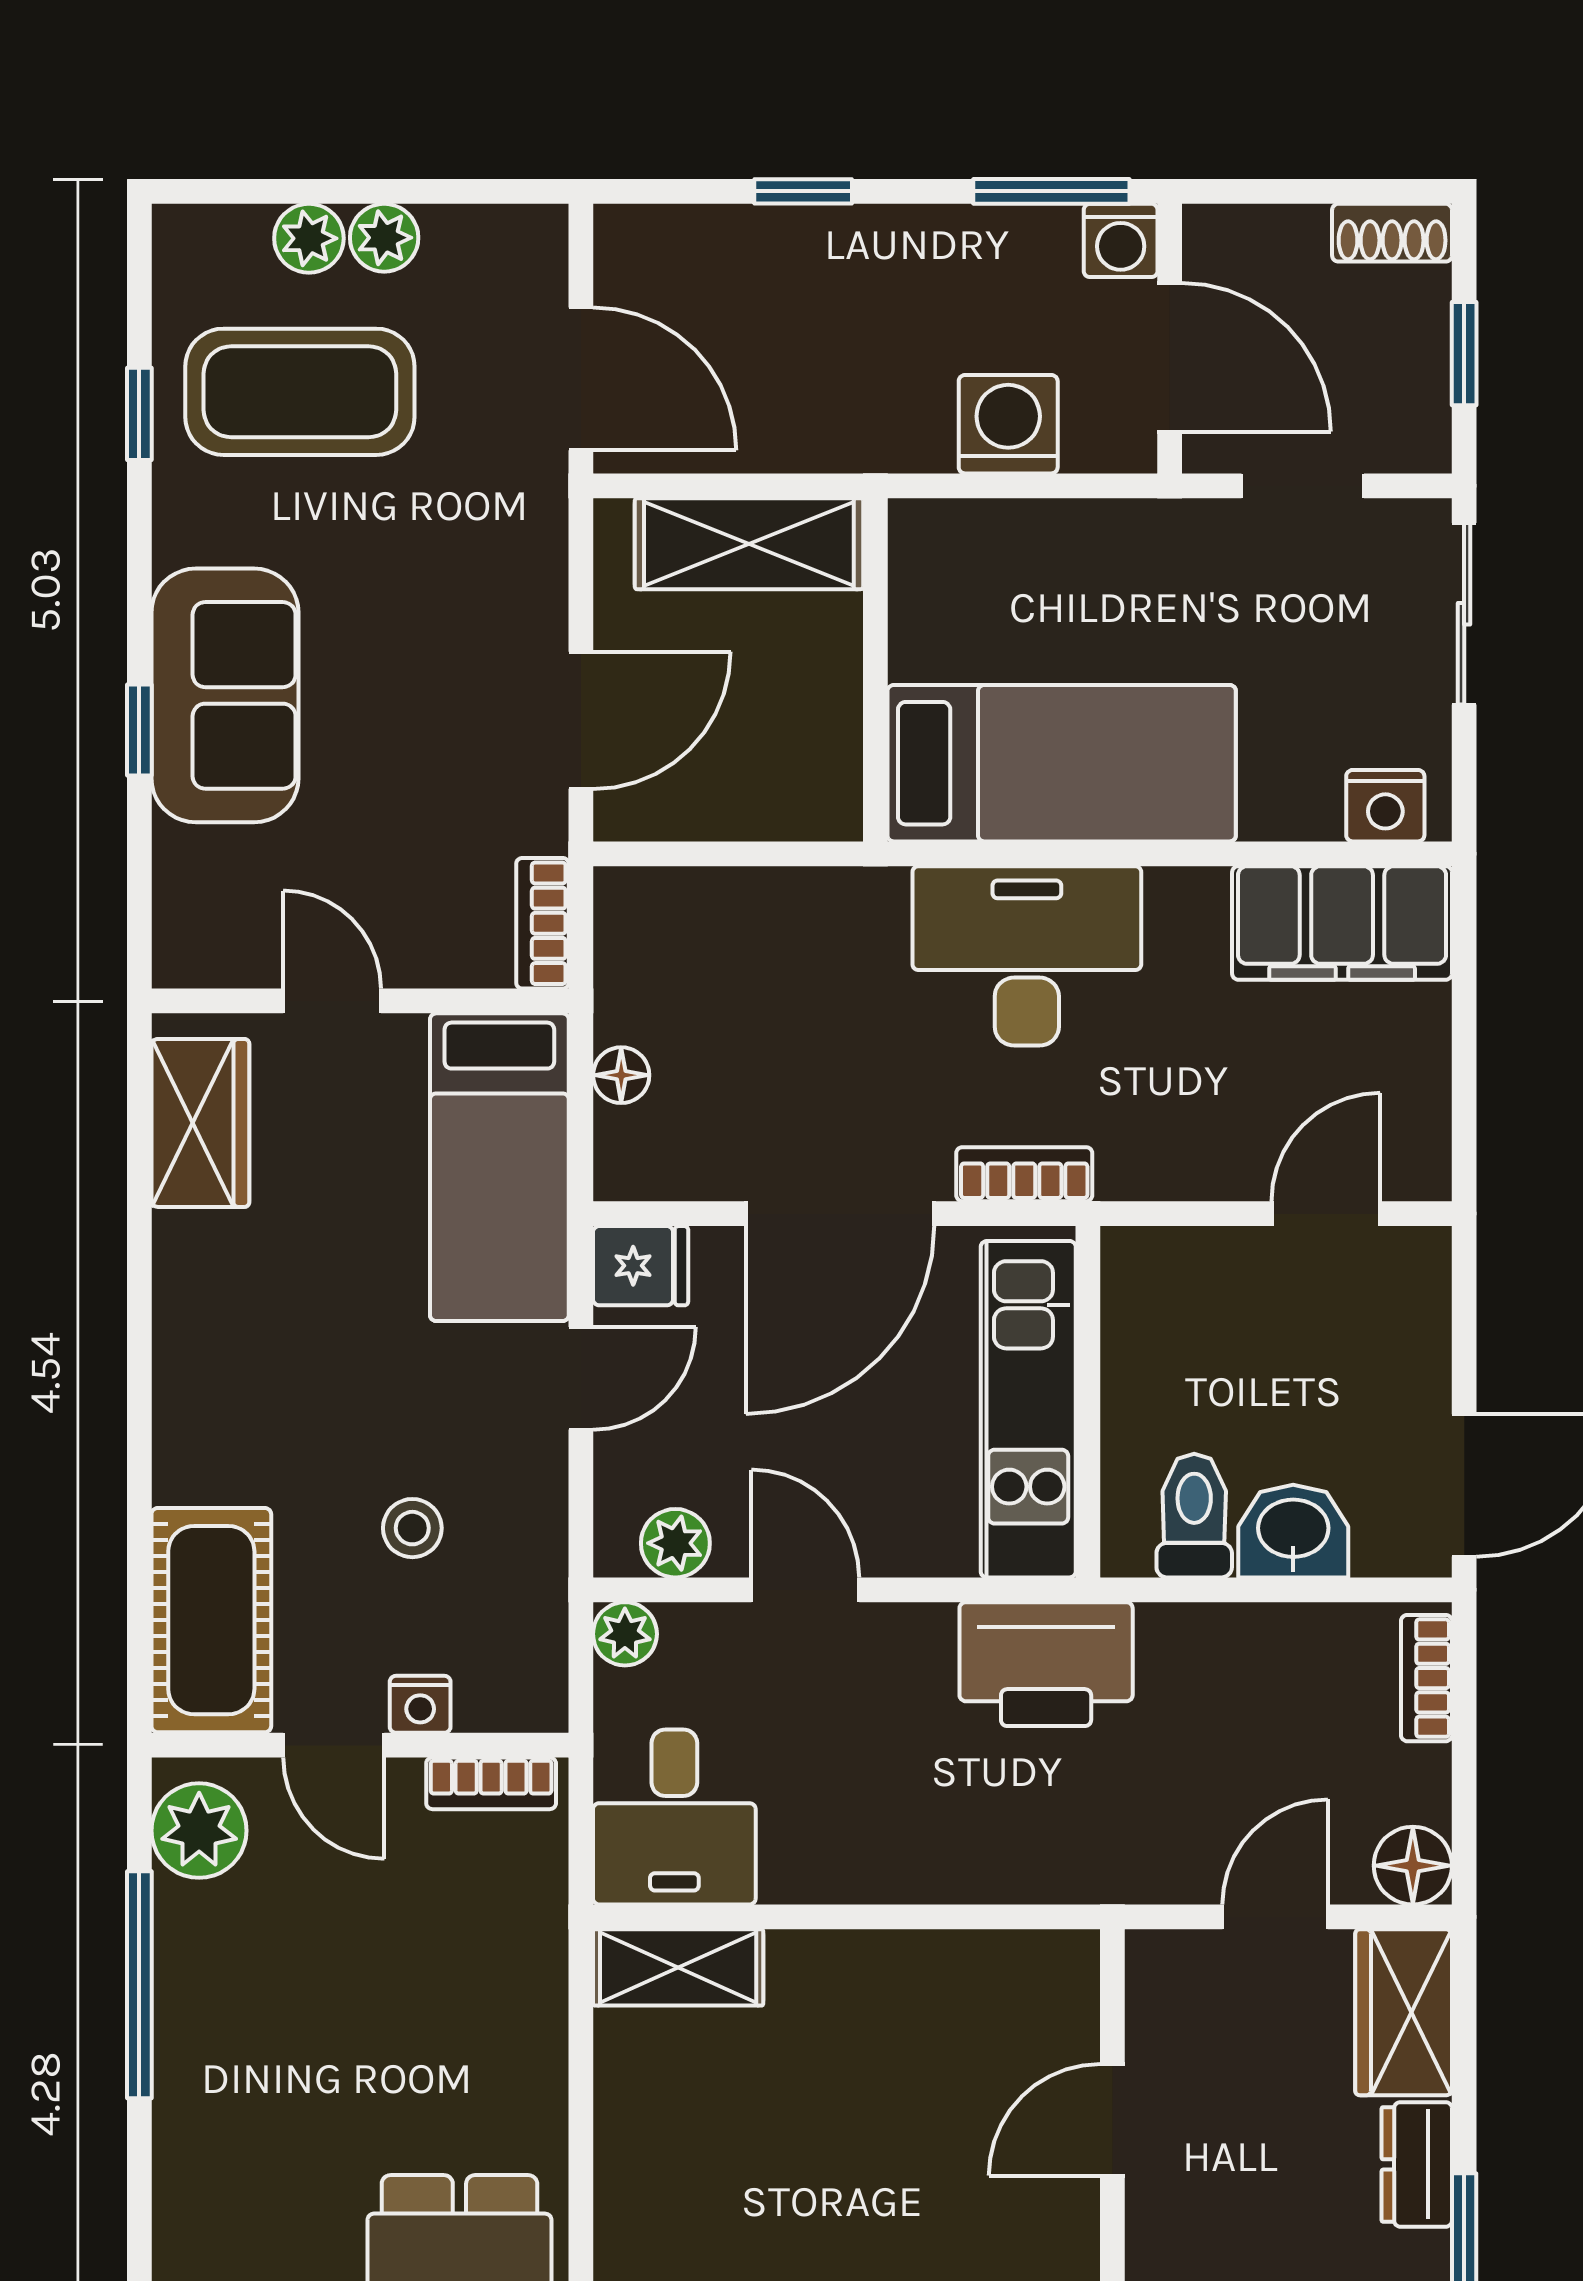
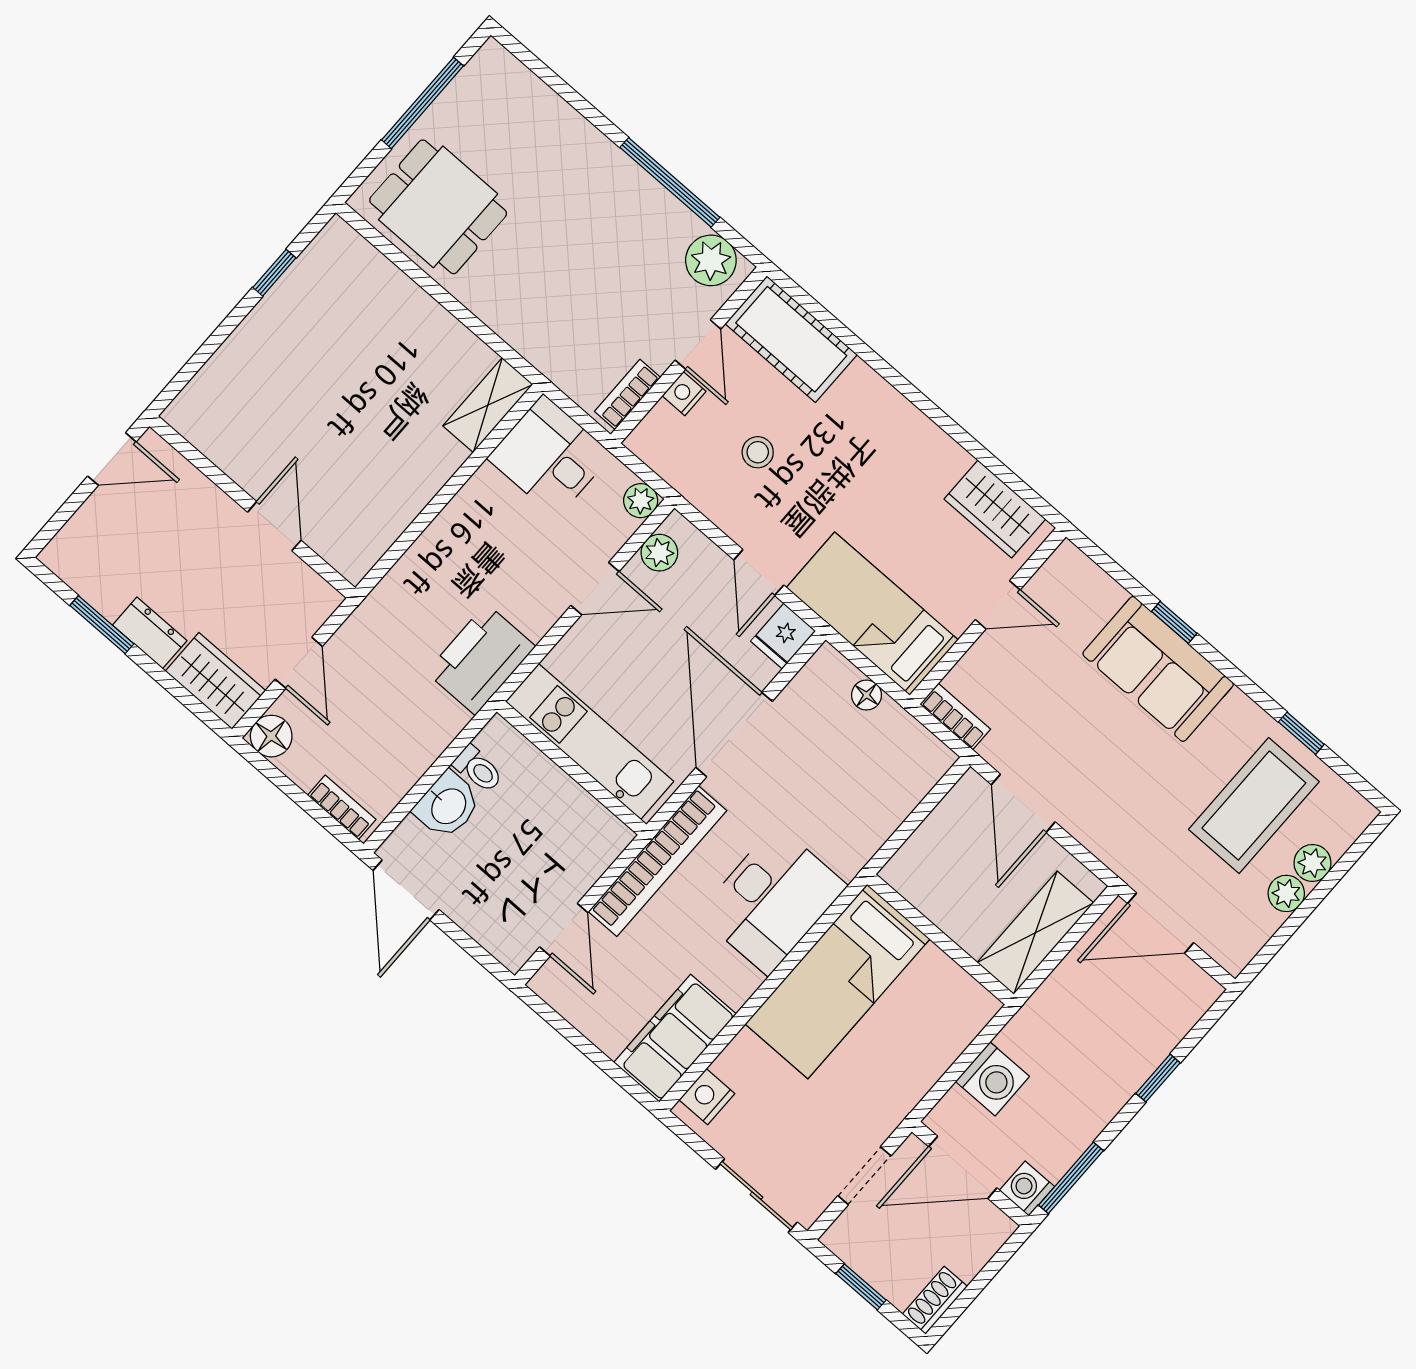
bookcase: (1024, 1174) -> (658, 861), width x2.31, depth x1.31
toilet: (1194, 1516) -> (478, 769), width x0.73, depth x0.72
door: (334, 1745) -> (698, 345), swing flipped

